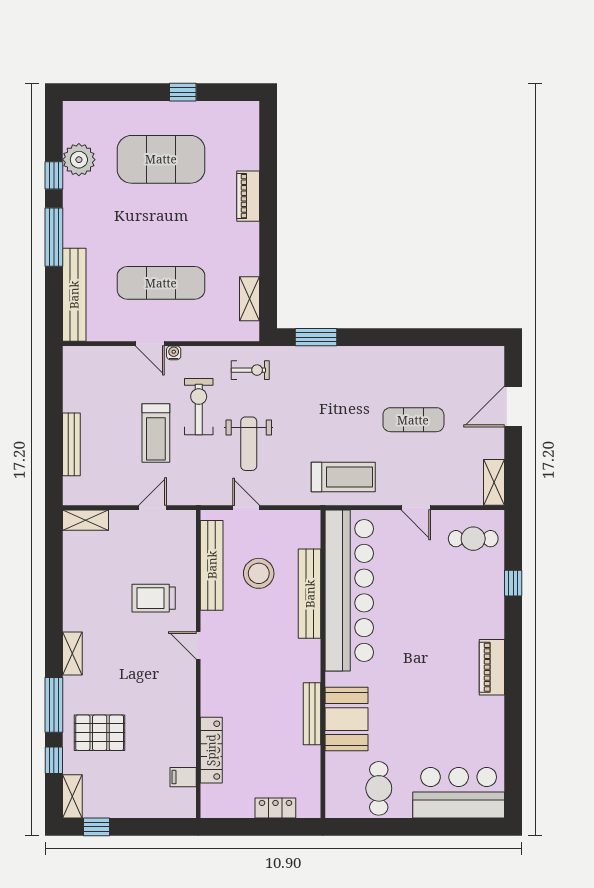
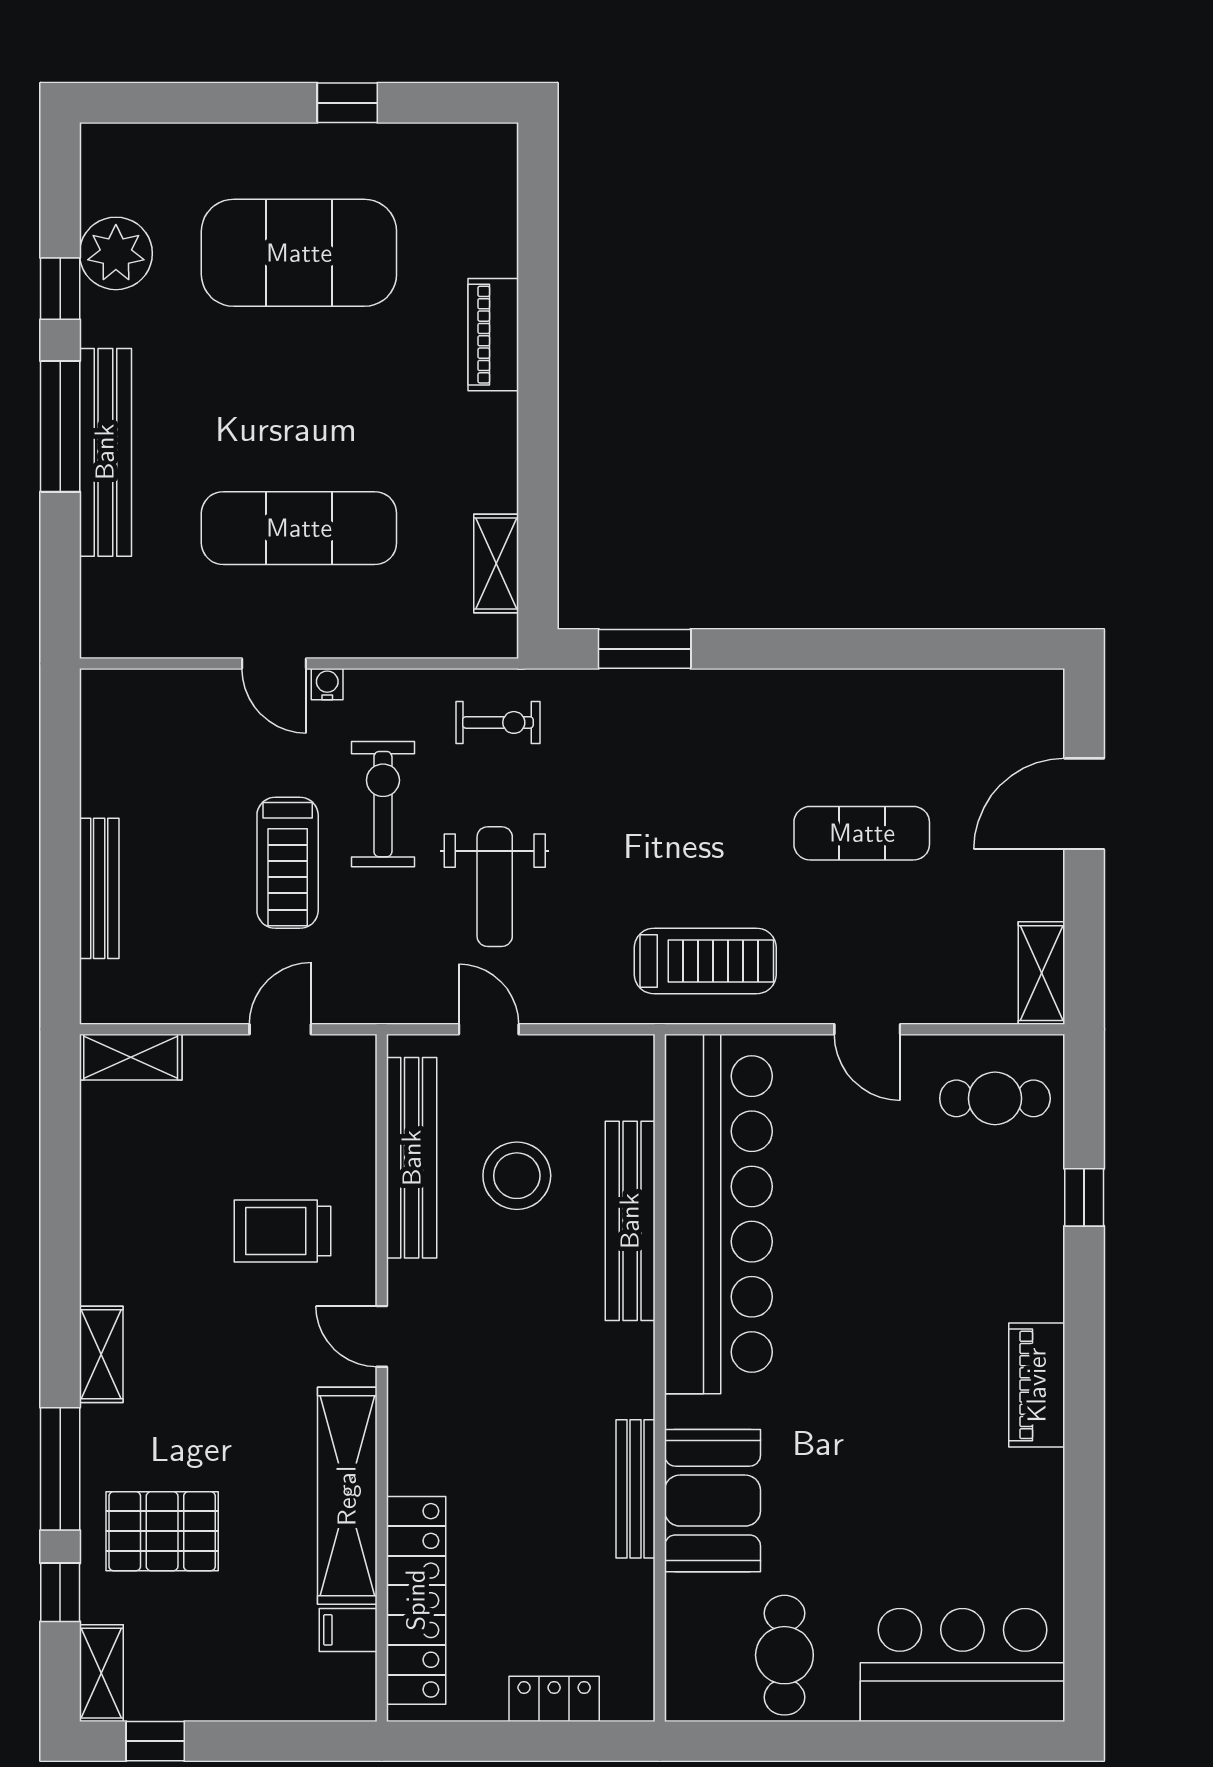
bench: (74, 295) -> (105, 452), moved
shelving: (183, 717) -> (347, 1496), added
locker: (211, 750) -> (416, 1600), width x1.41, depth x1.21

